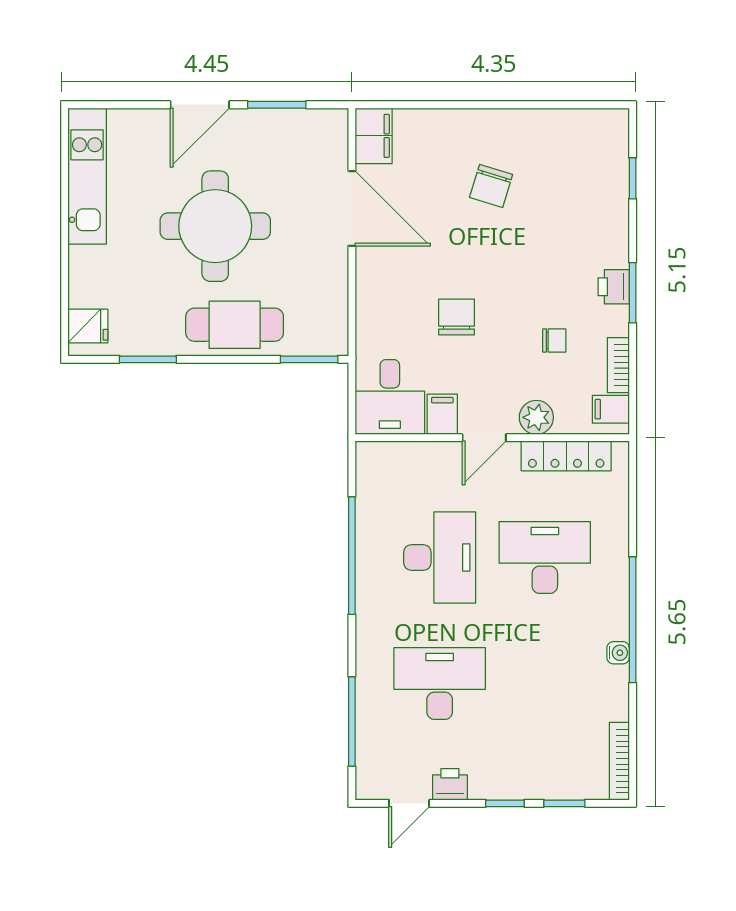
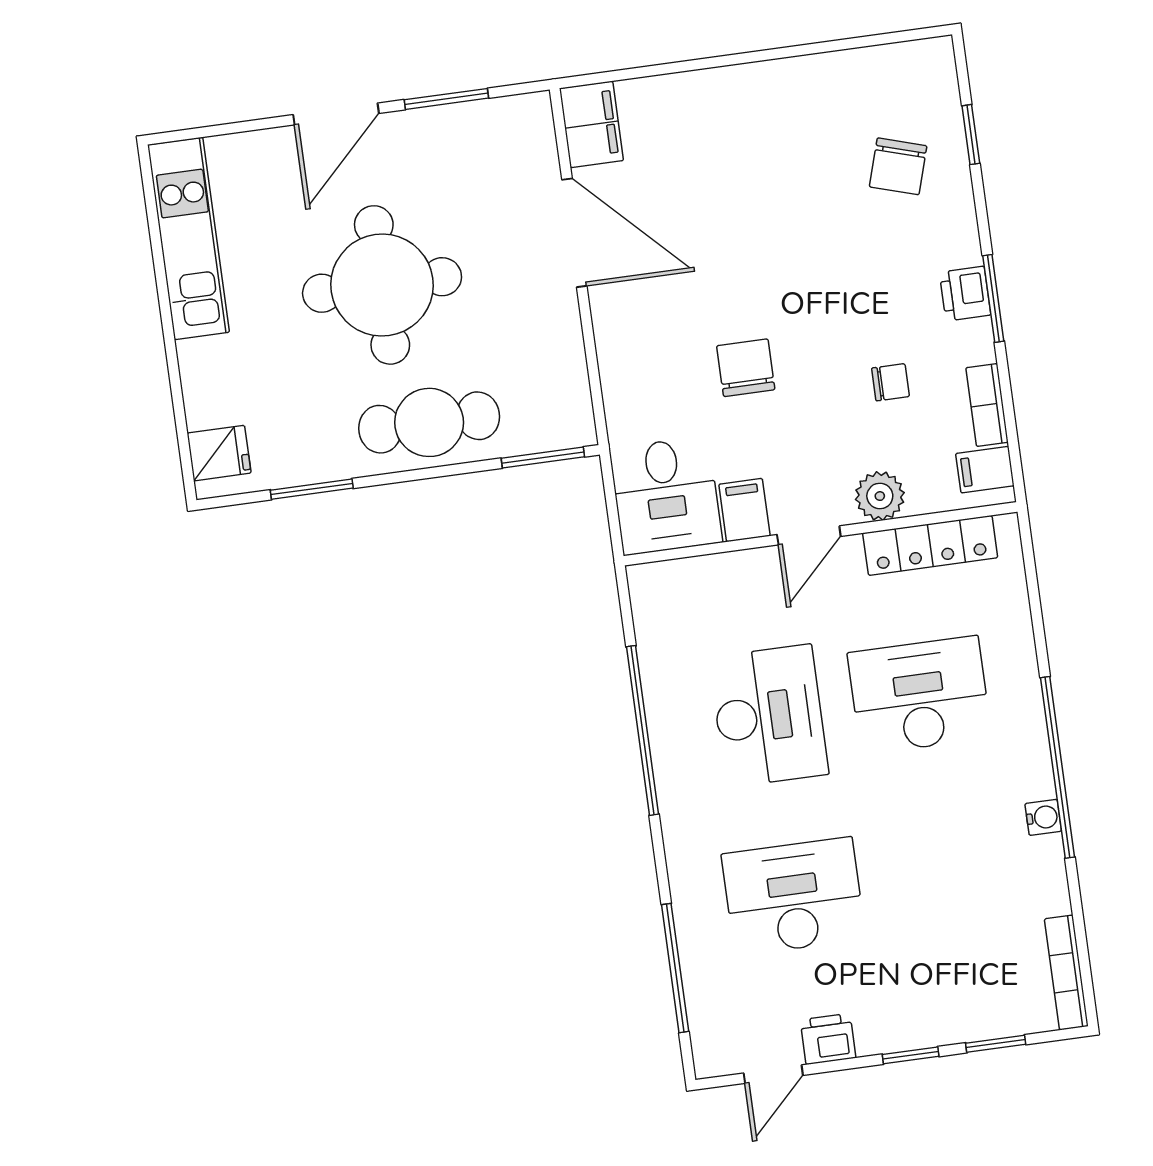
chair: (491, 186) -> (898, 166), moved

